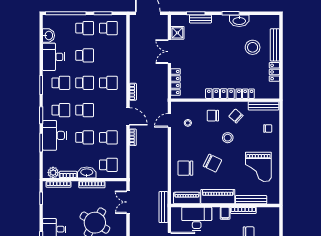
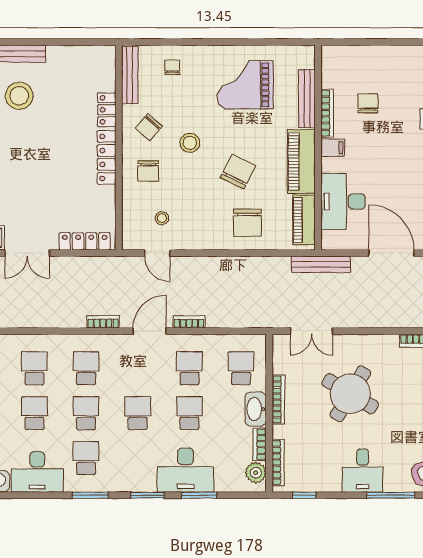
locker: (274, 72) -> (66, 55), removed
school desk: (61, 110) -> (34, 368), moved
grand piano: (258, 167) -> (245, 85), turned 180

